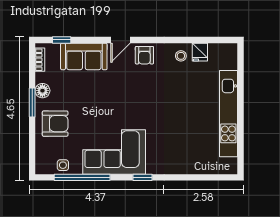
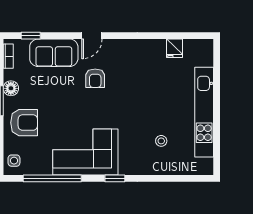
armchair: (144, 55) -> (95, 78), moved
stool: (181, 56) -> (161, 141), moved
side table: (63, 165) -> (14, 161), moved

